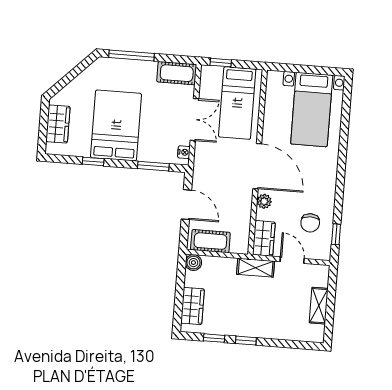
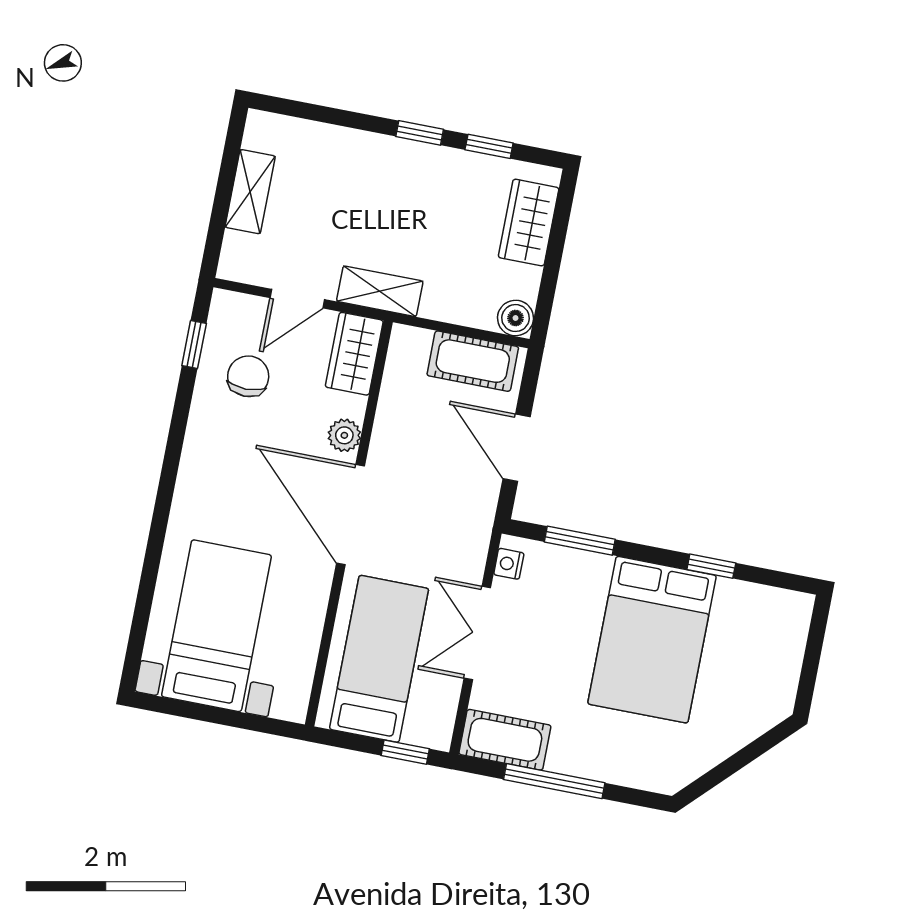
window: (131, 56) -> (554, 781), moved
wardrobe: (58, 124) -> (780, 658), removed
door: (292, 260) -> (297, 299), hinge flipped

